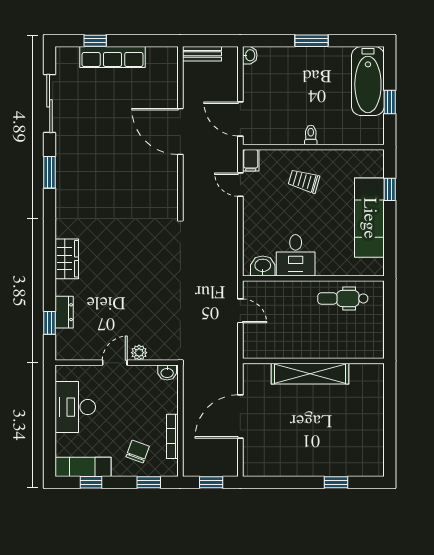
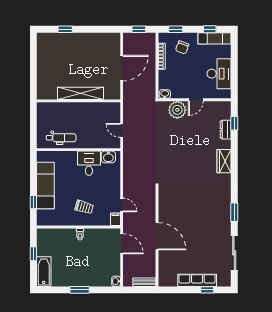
bathtub: (368, 81) -> (44, 272), width x0.73, depth x0.73
plant: (139, 353) -> (177, 110), width x1.88, depth x1.88

